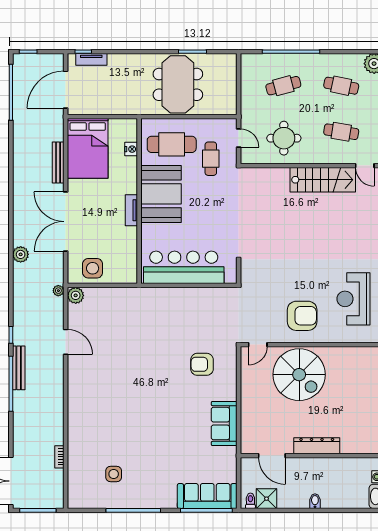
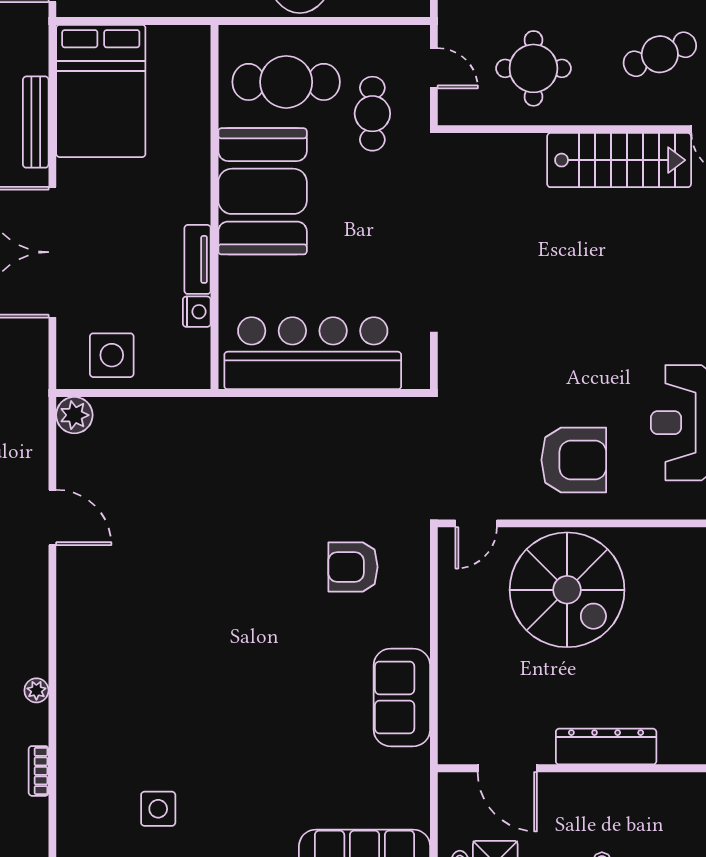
cafe table: (341, 132) -> (660, 54), turned -30
nightstand: (131, 149) -> (197, 312), moved
tv unit: (131, 210) -> (198, 259), moved
plant: (58, 291) -> (36, 690), moved

